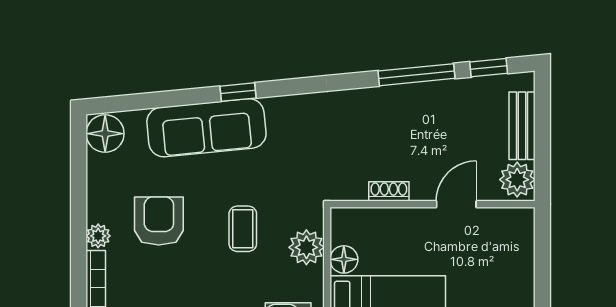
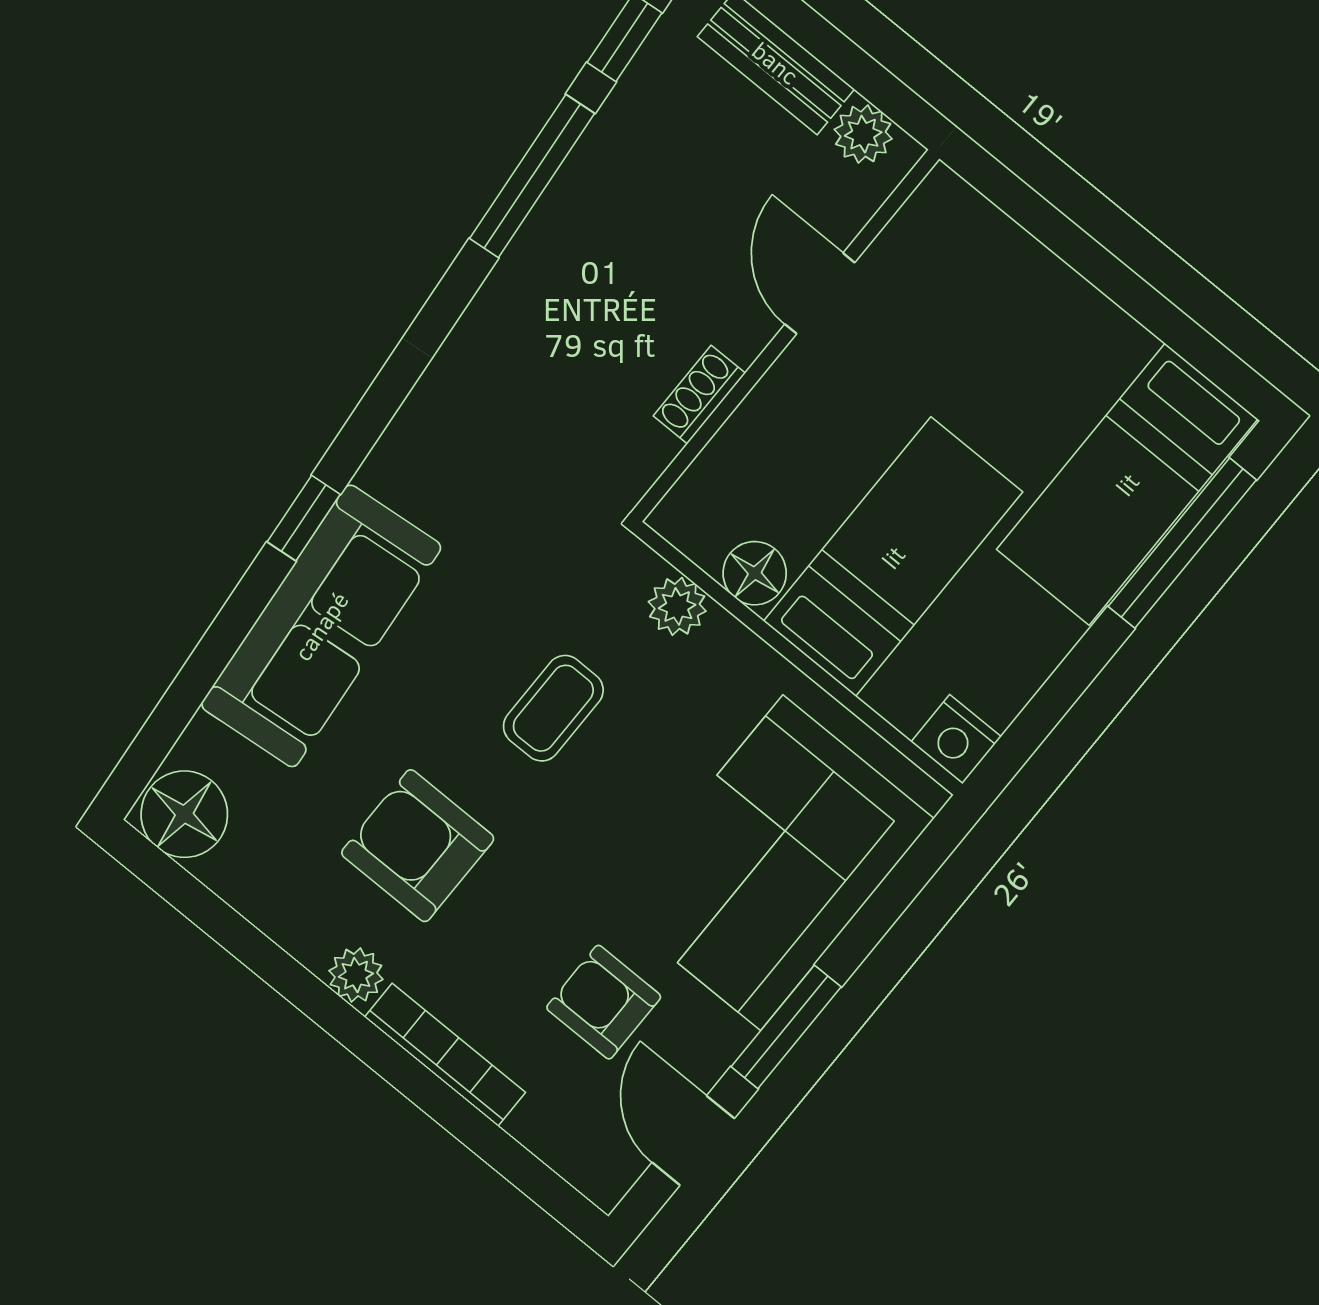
plant: (517, 180) -> (863, 134), width x0.73, depth x0.73
coffee table: (243, 229) -> (553, 708), turned 90
plant: (306, 247) -> (677, 606), width x0.73, depth x0.73

